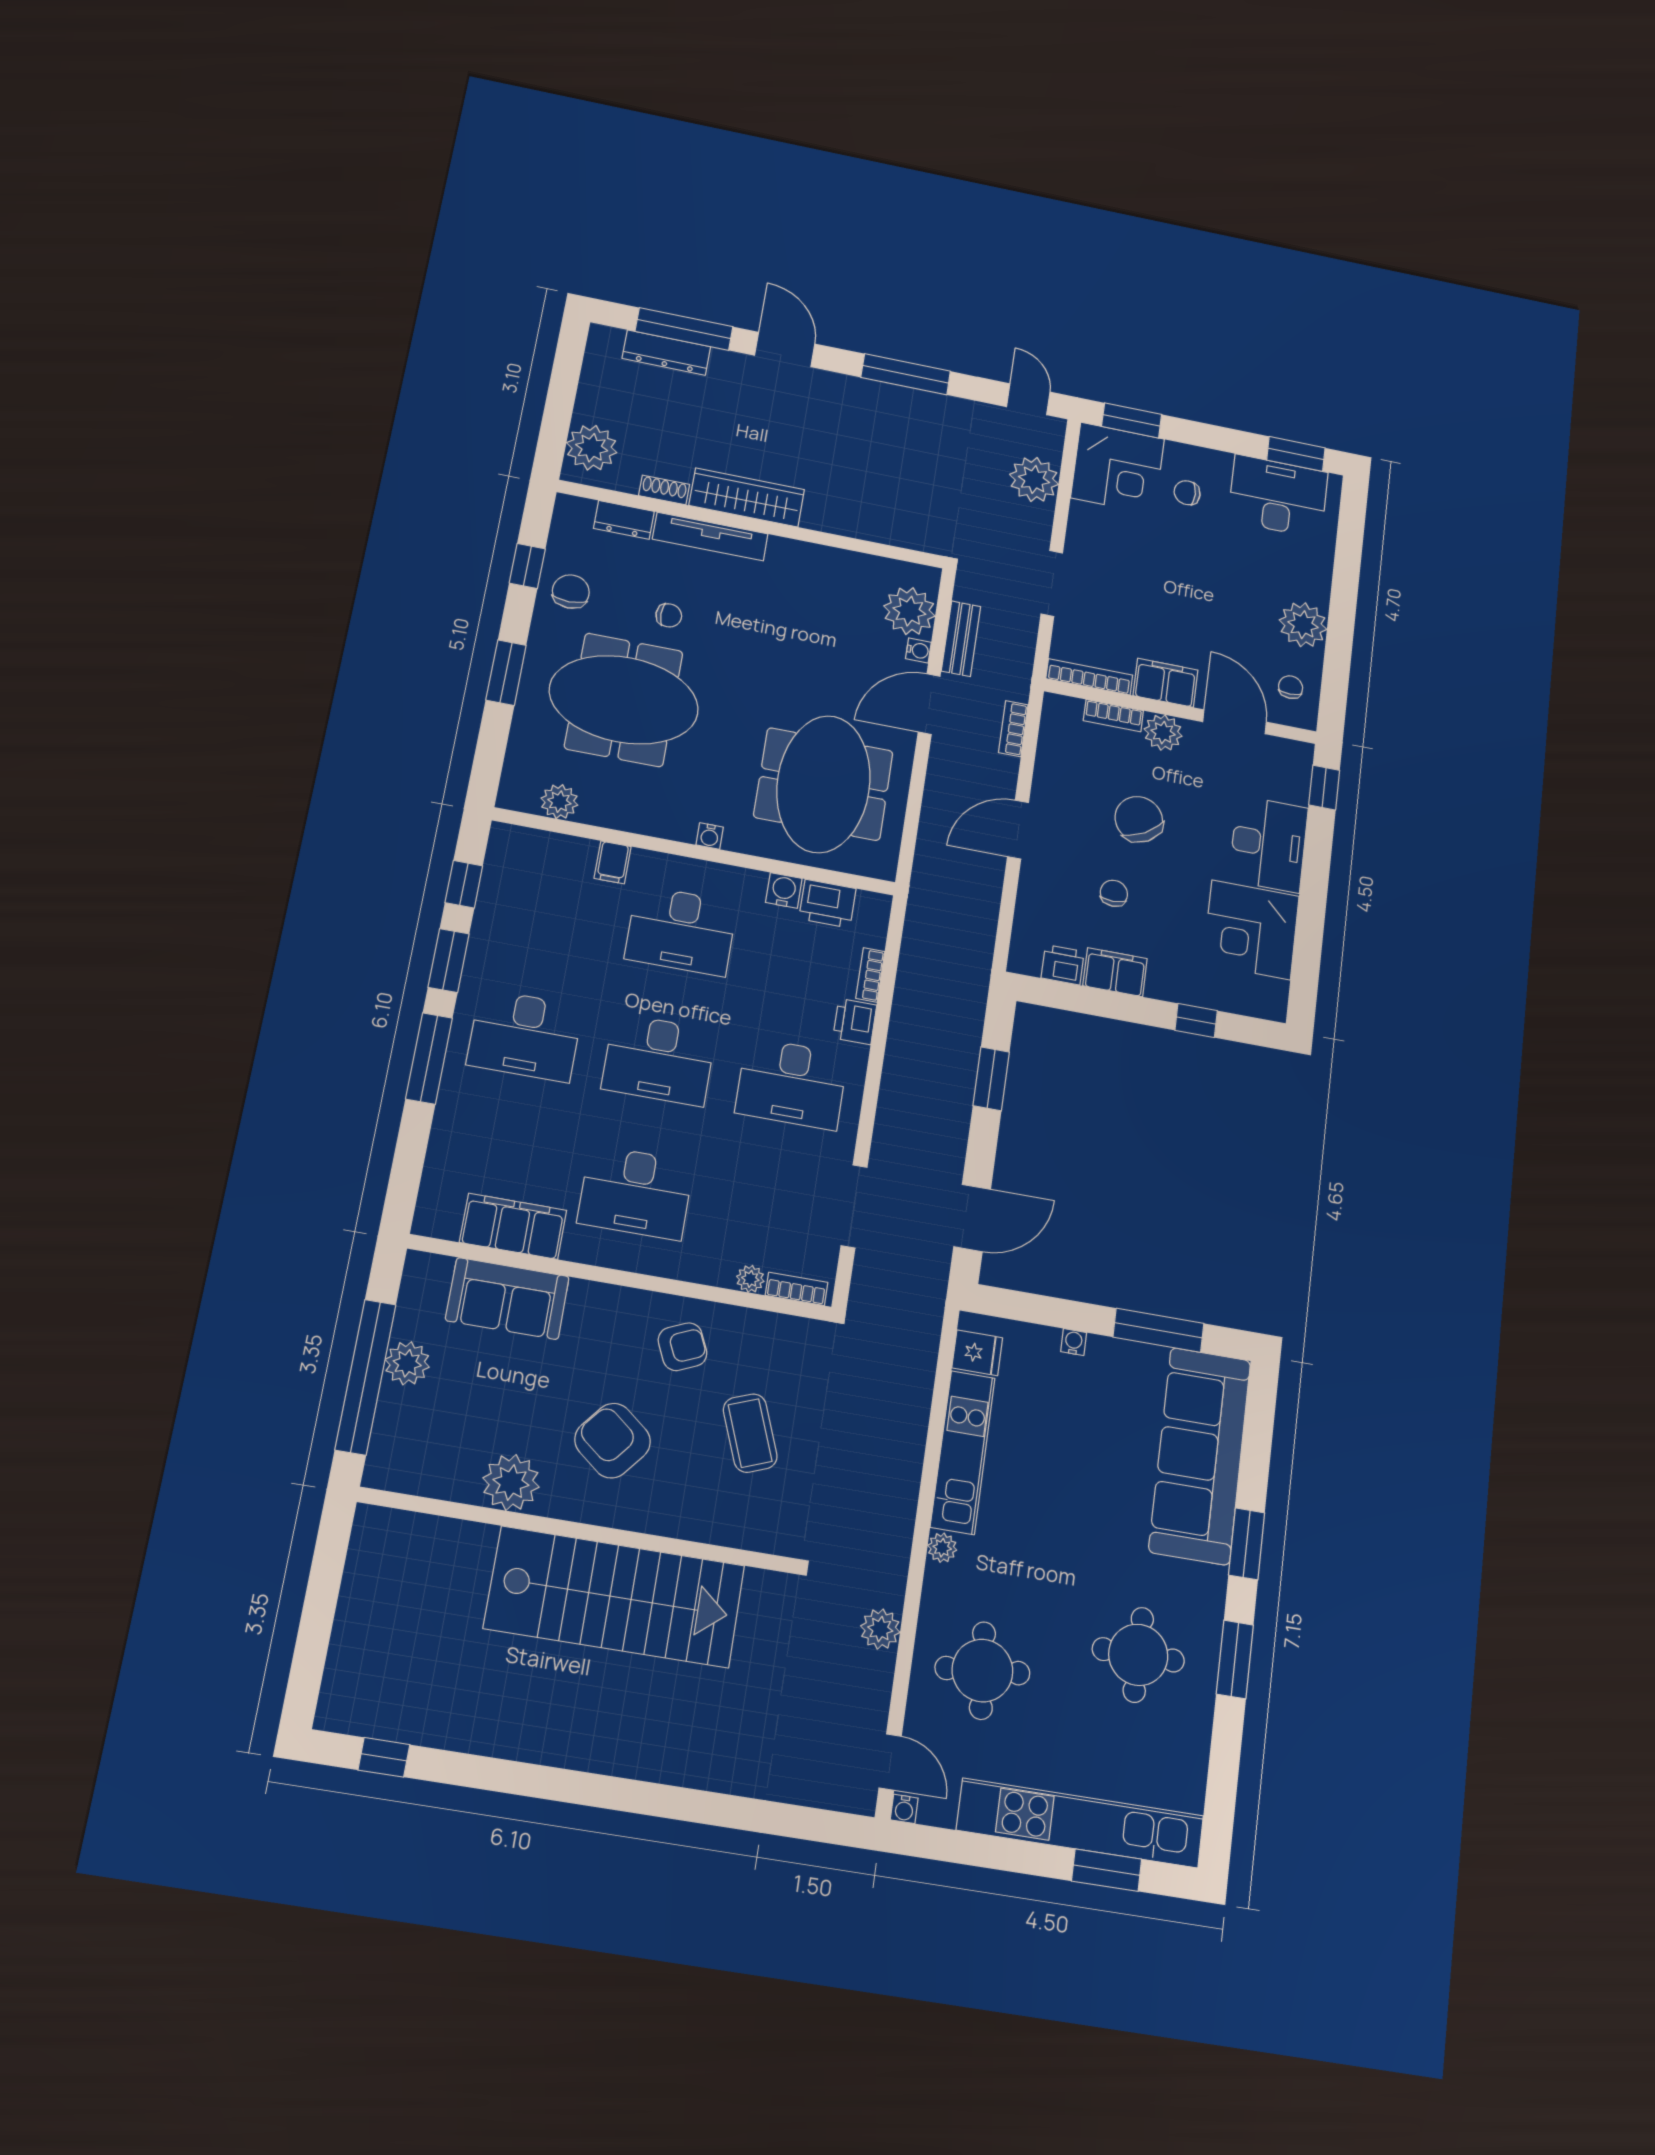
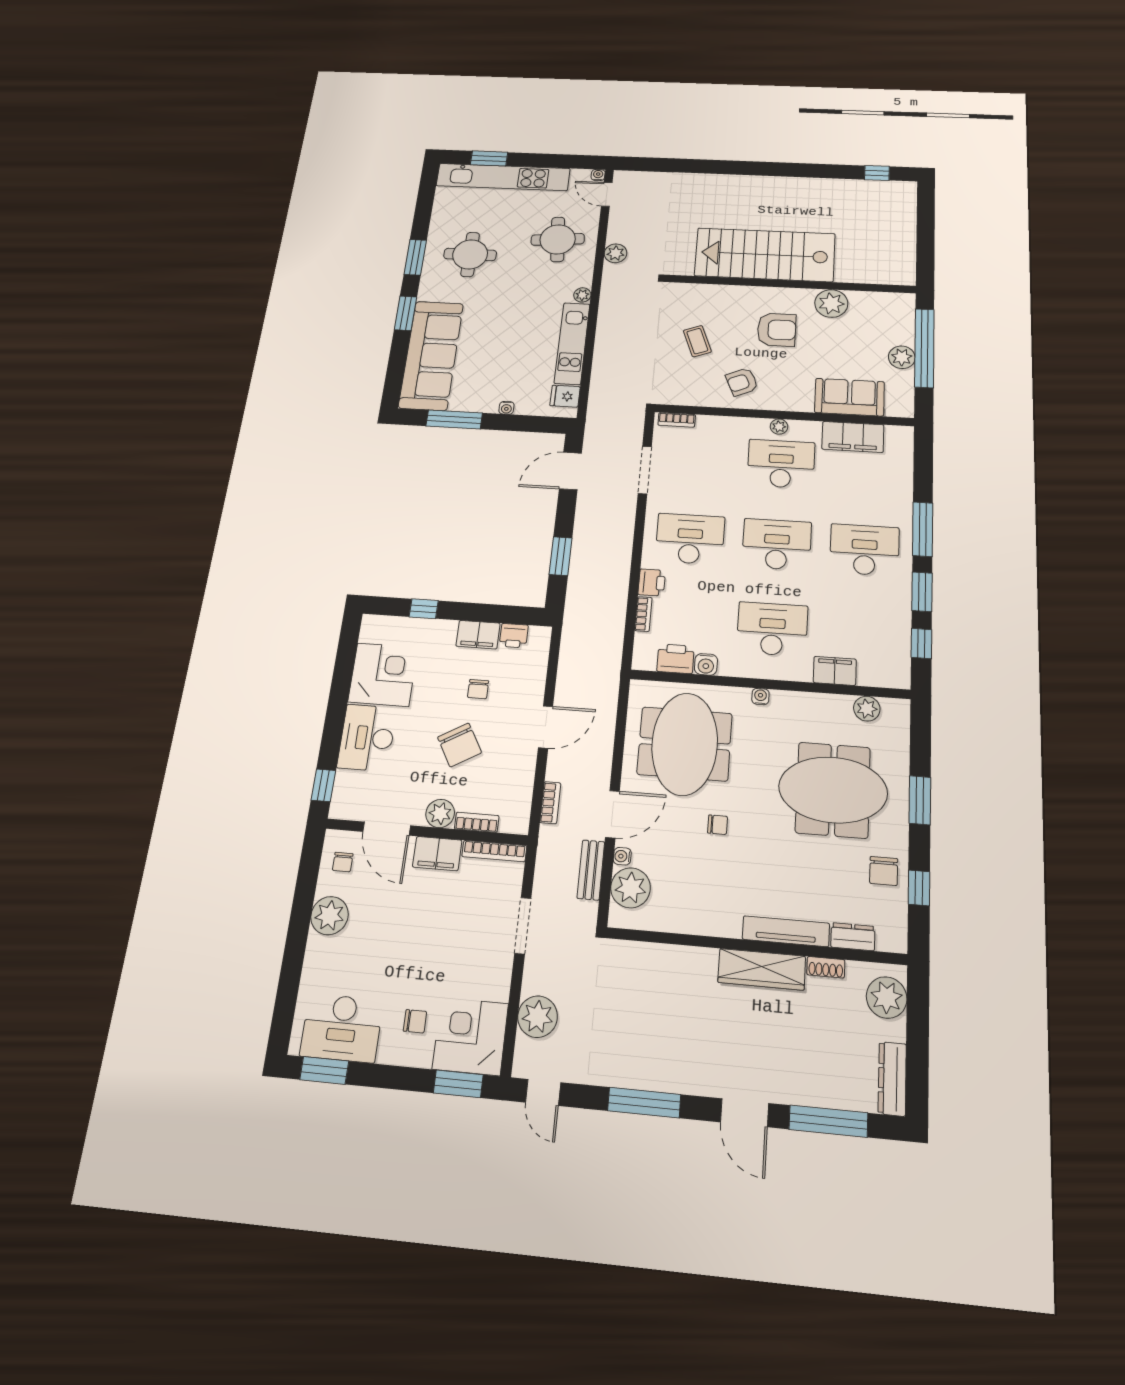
dresser: (666, 353) -> (892, 1079), moved, turned -90
chair: (669, 615) -> (718, 825), moved, turned 180
filing cabinet: (613, 862) -> (835, 671), width x2.00
plant: (750, 1279) -> (779, 427), moved
coffee table: (750, 1433) -> (697, 341), width x0.73, depth x0.77
armchair: (613, 1441) -> (777, 330), turned -39

